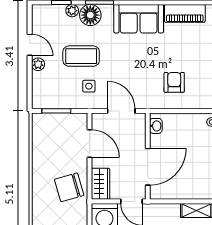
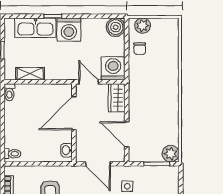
plant: (41, 122) -> (171, 154), added
chair: (69, 187) -> (145, 95), removed

